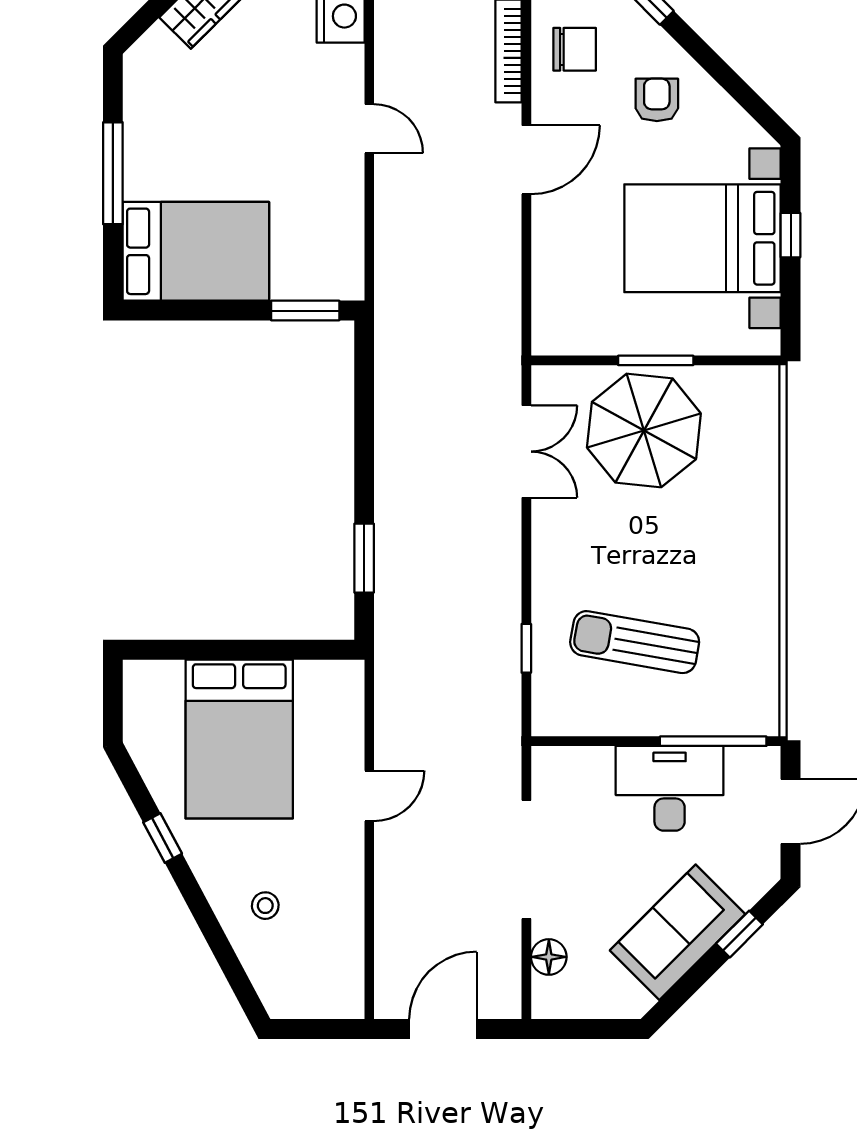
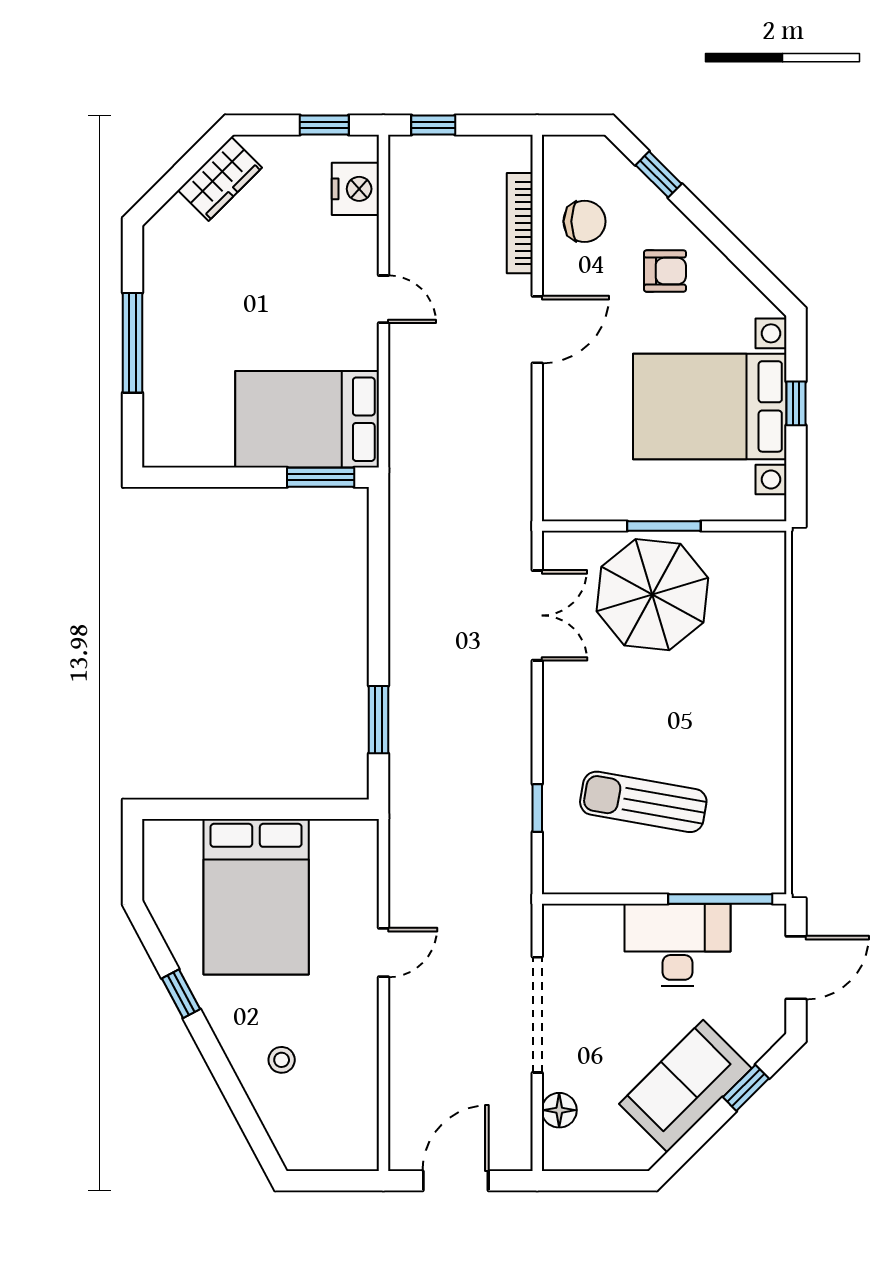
armchair: (657, 100) -> (665, 271), turned 90
bed: (196, 251) -> (307, 419), moved, turned 180

